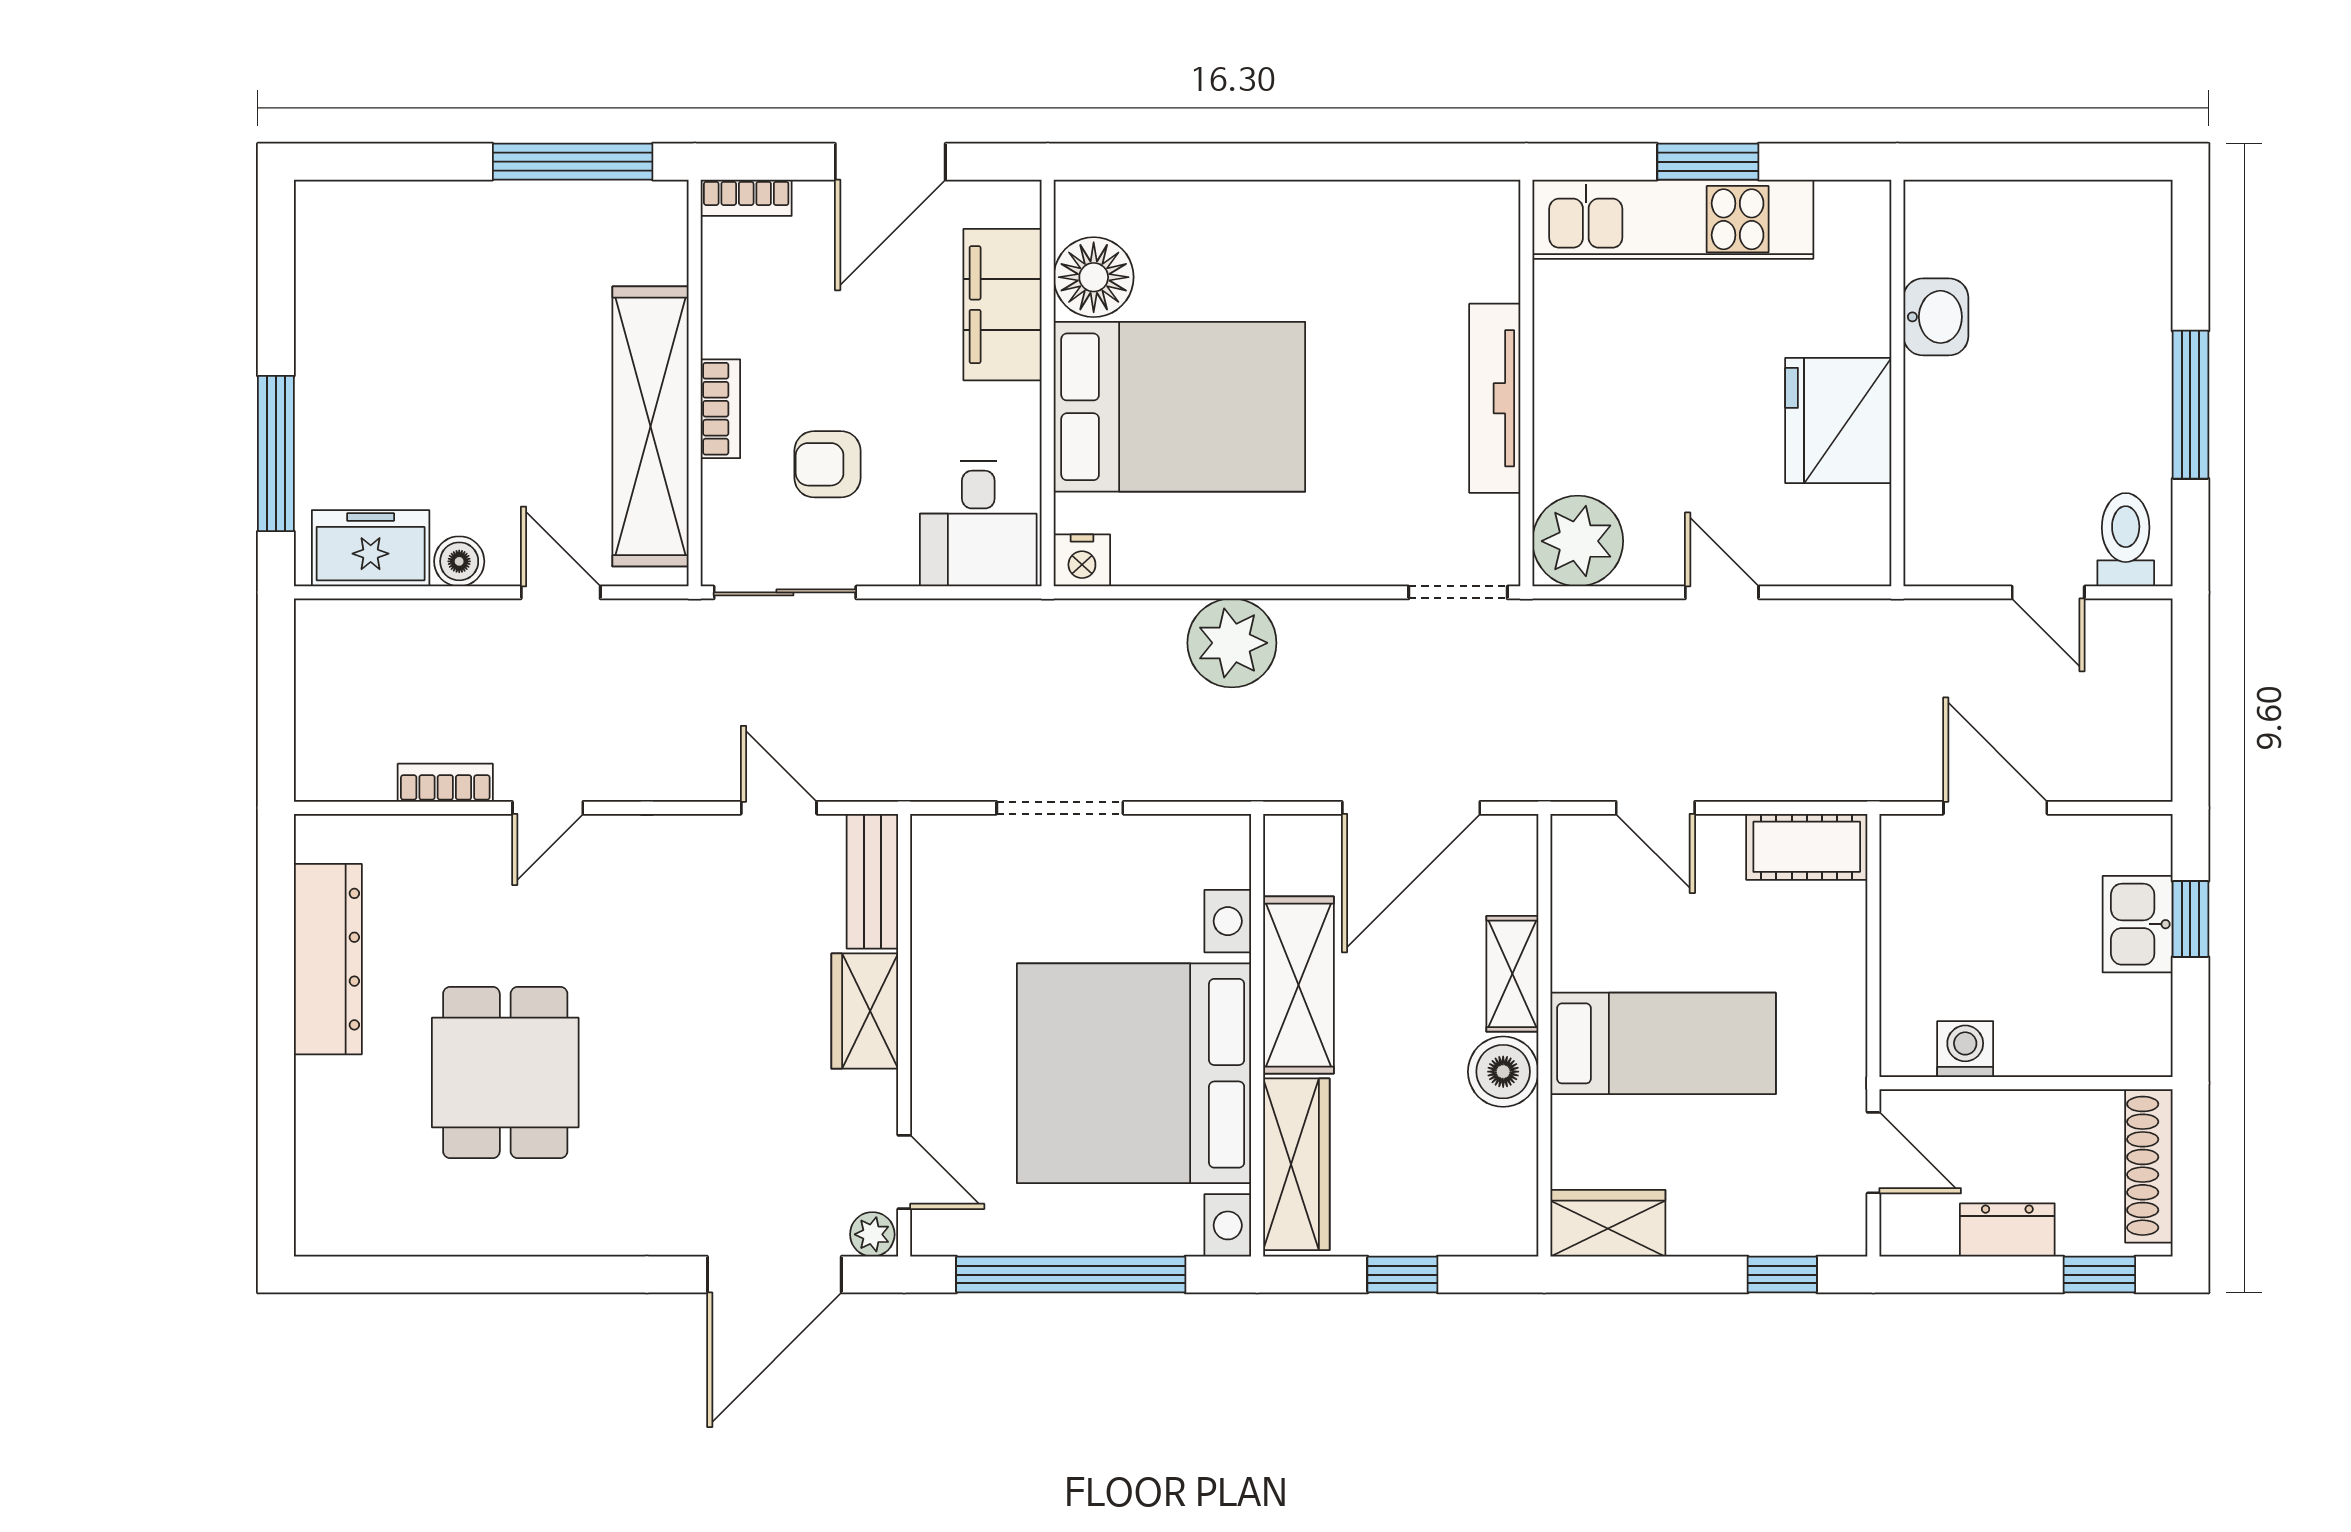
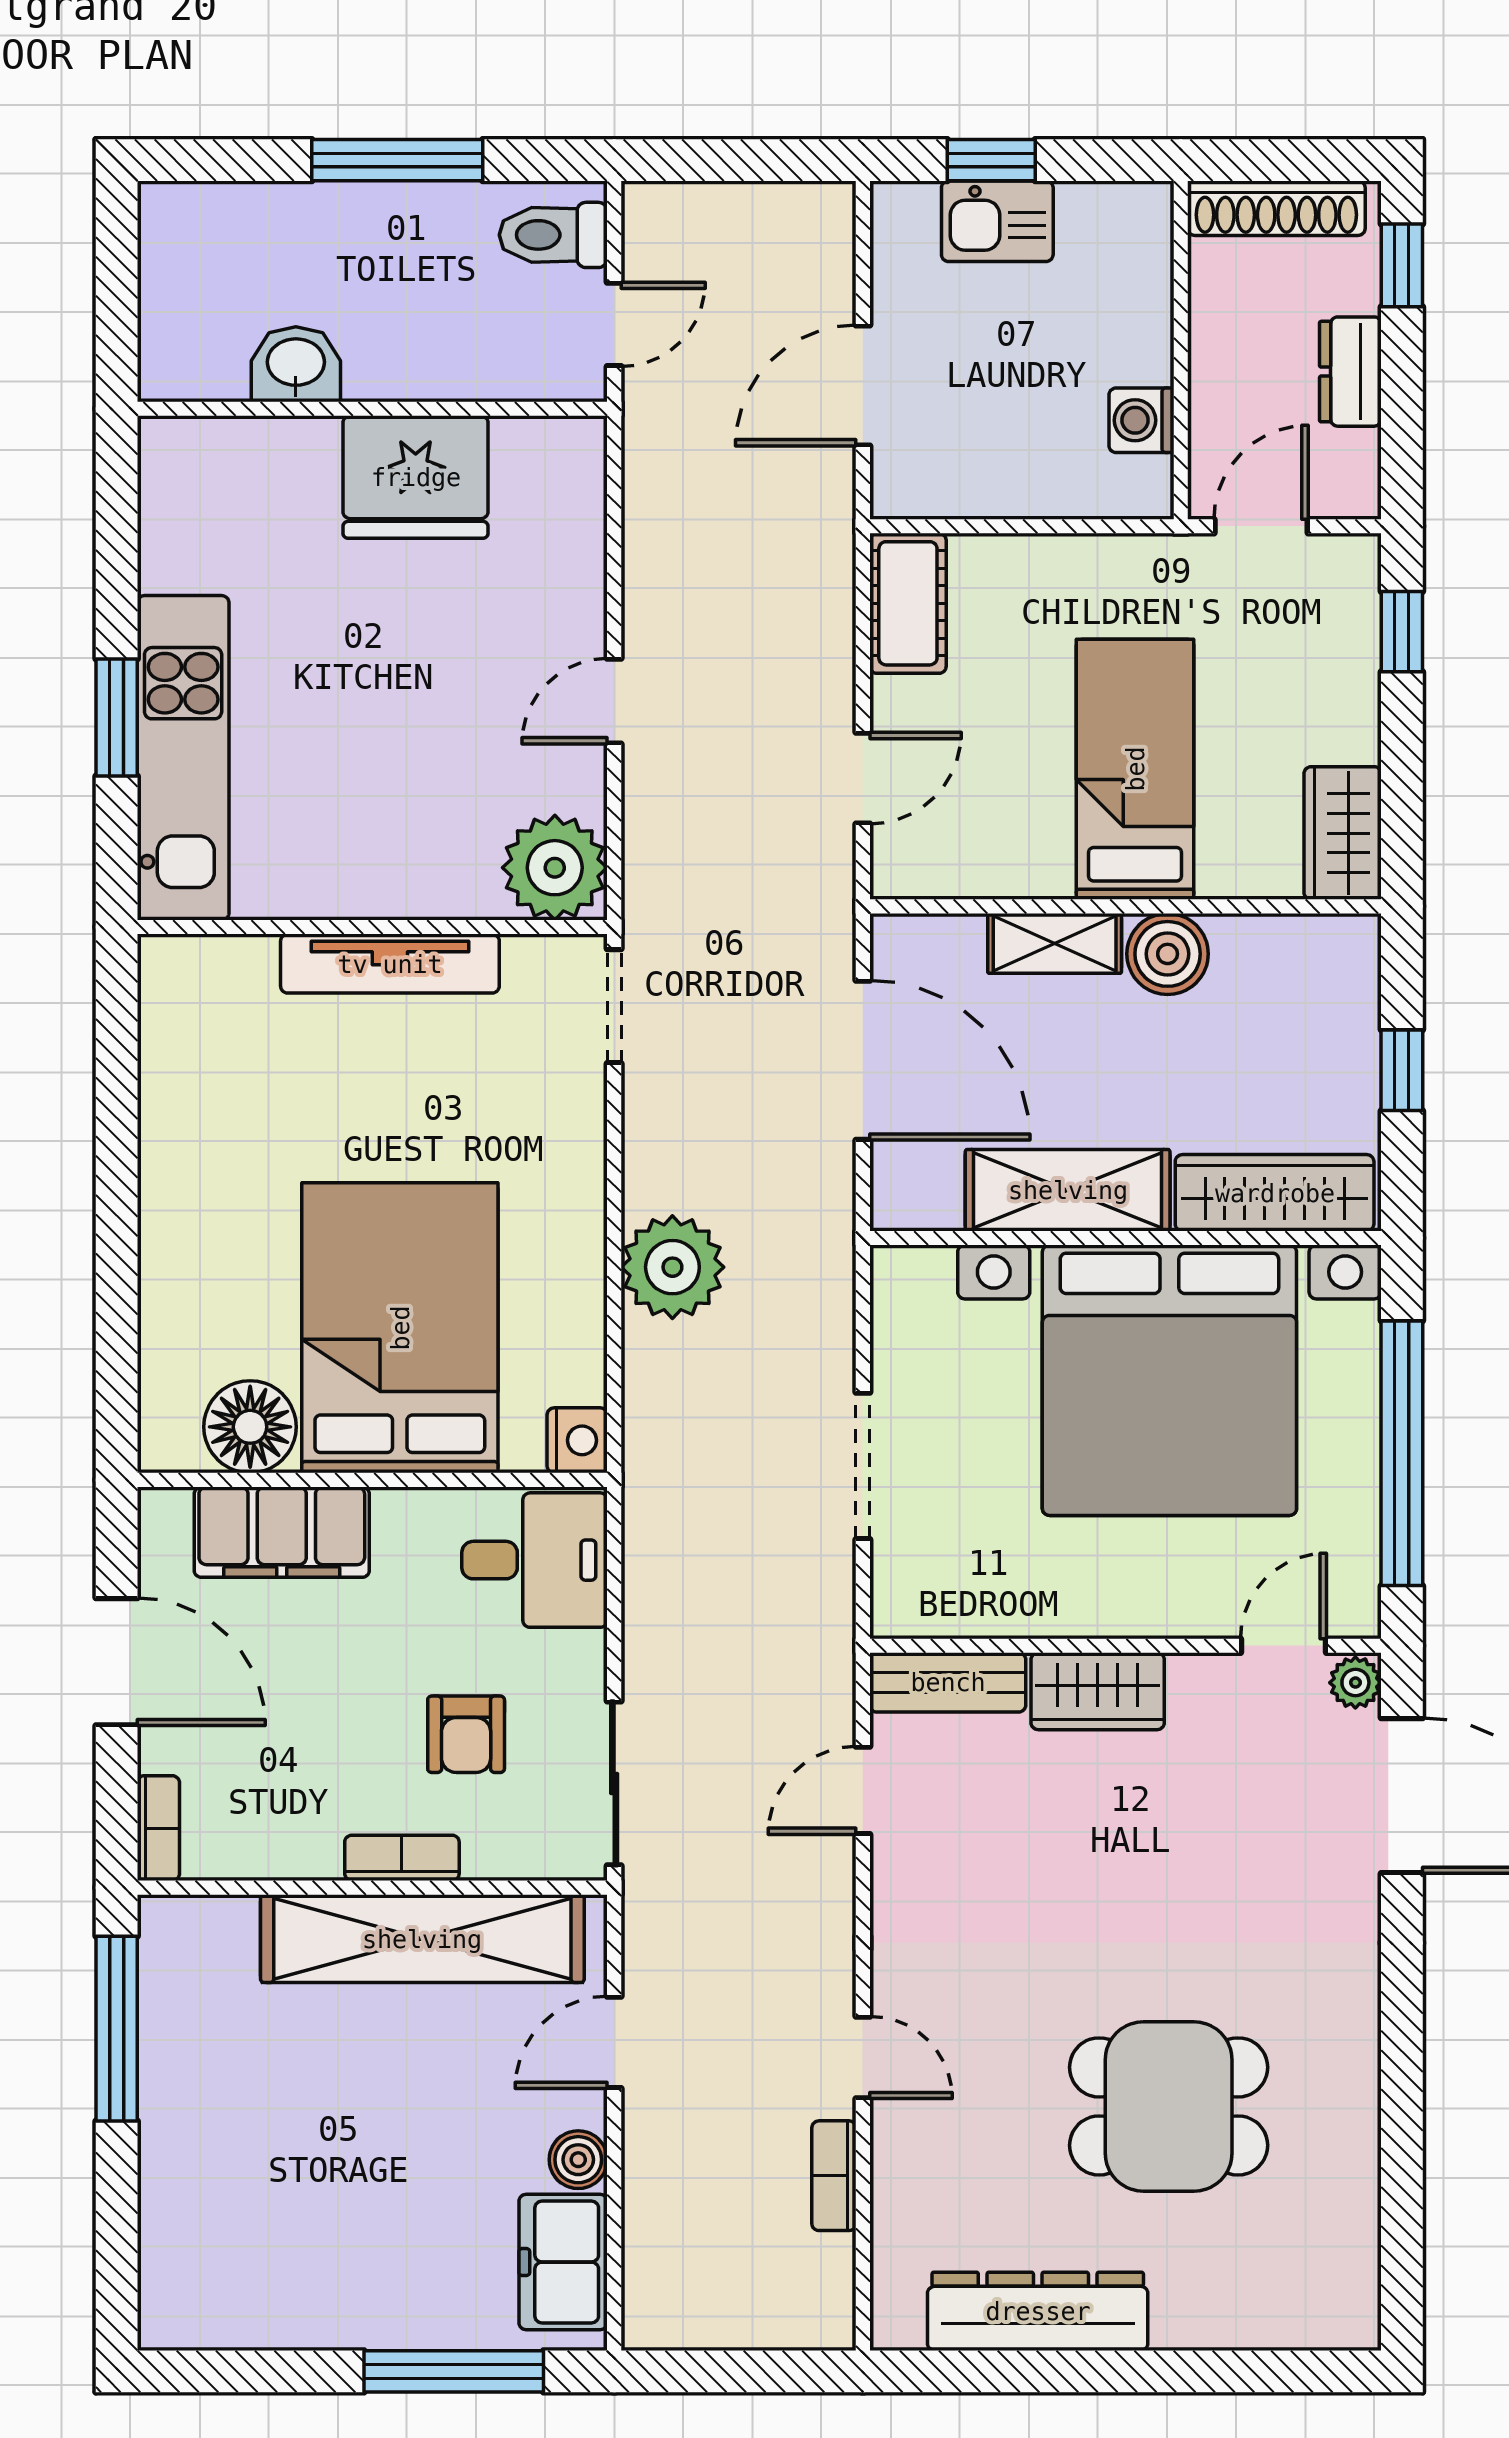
washbasin: (1936, 317) -> (296, 364), moved
wall: (1897, 383) -> (372, 409), moved
fridge: (1838, 420) -> (416, 477), moved

